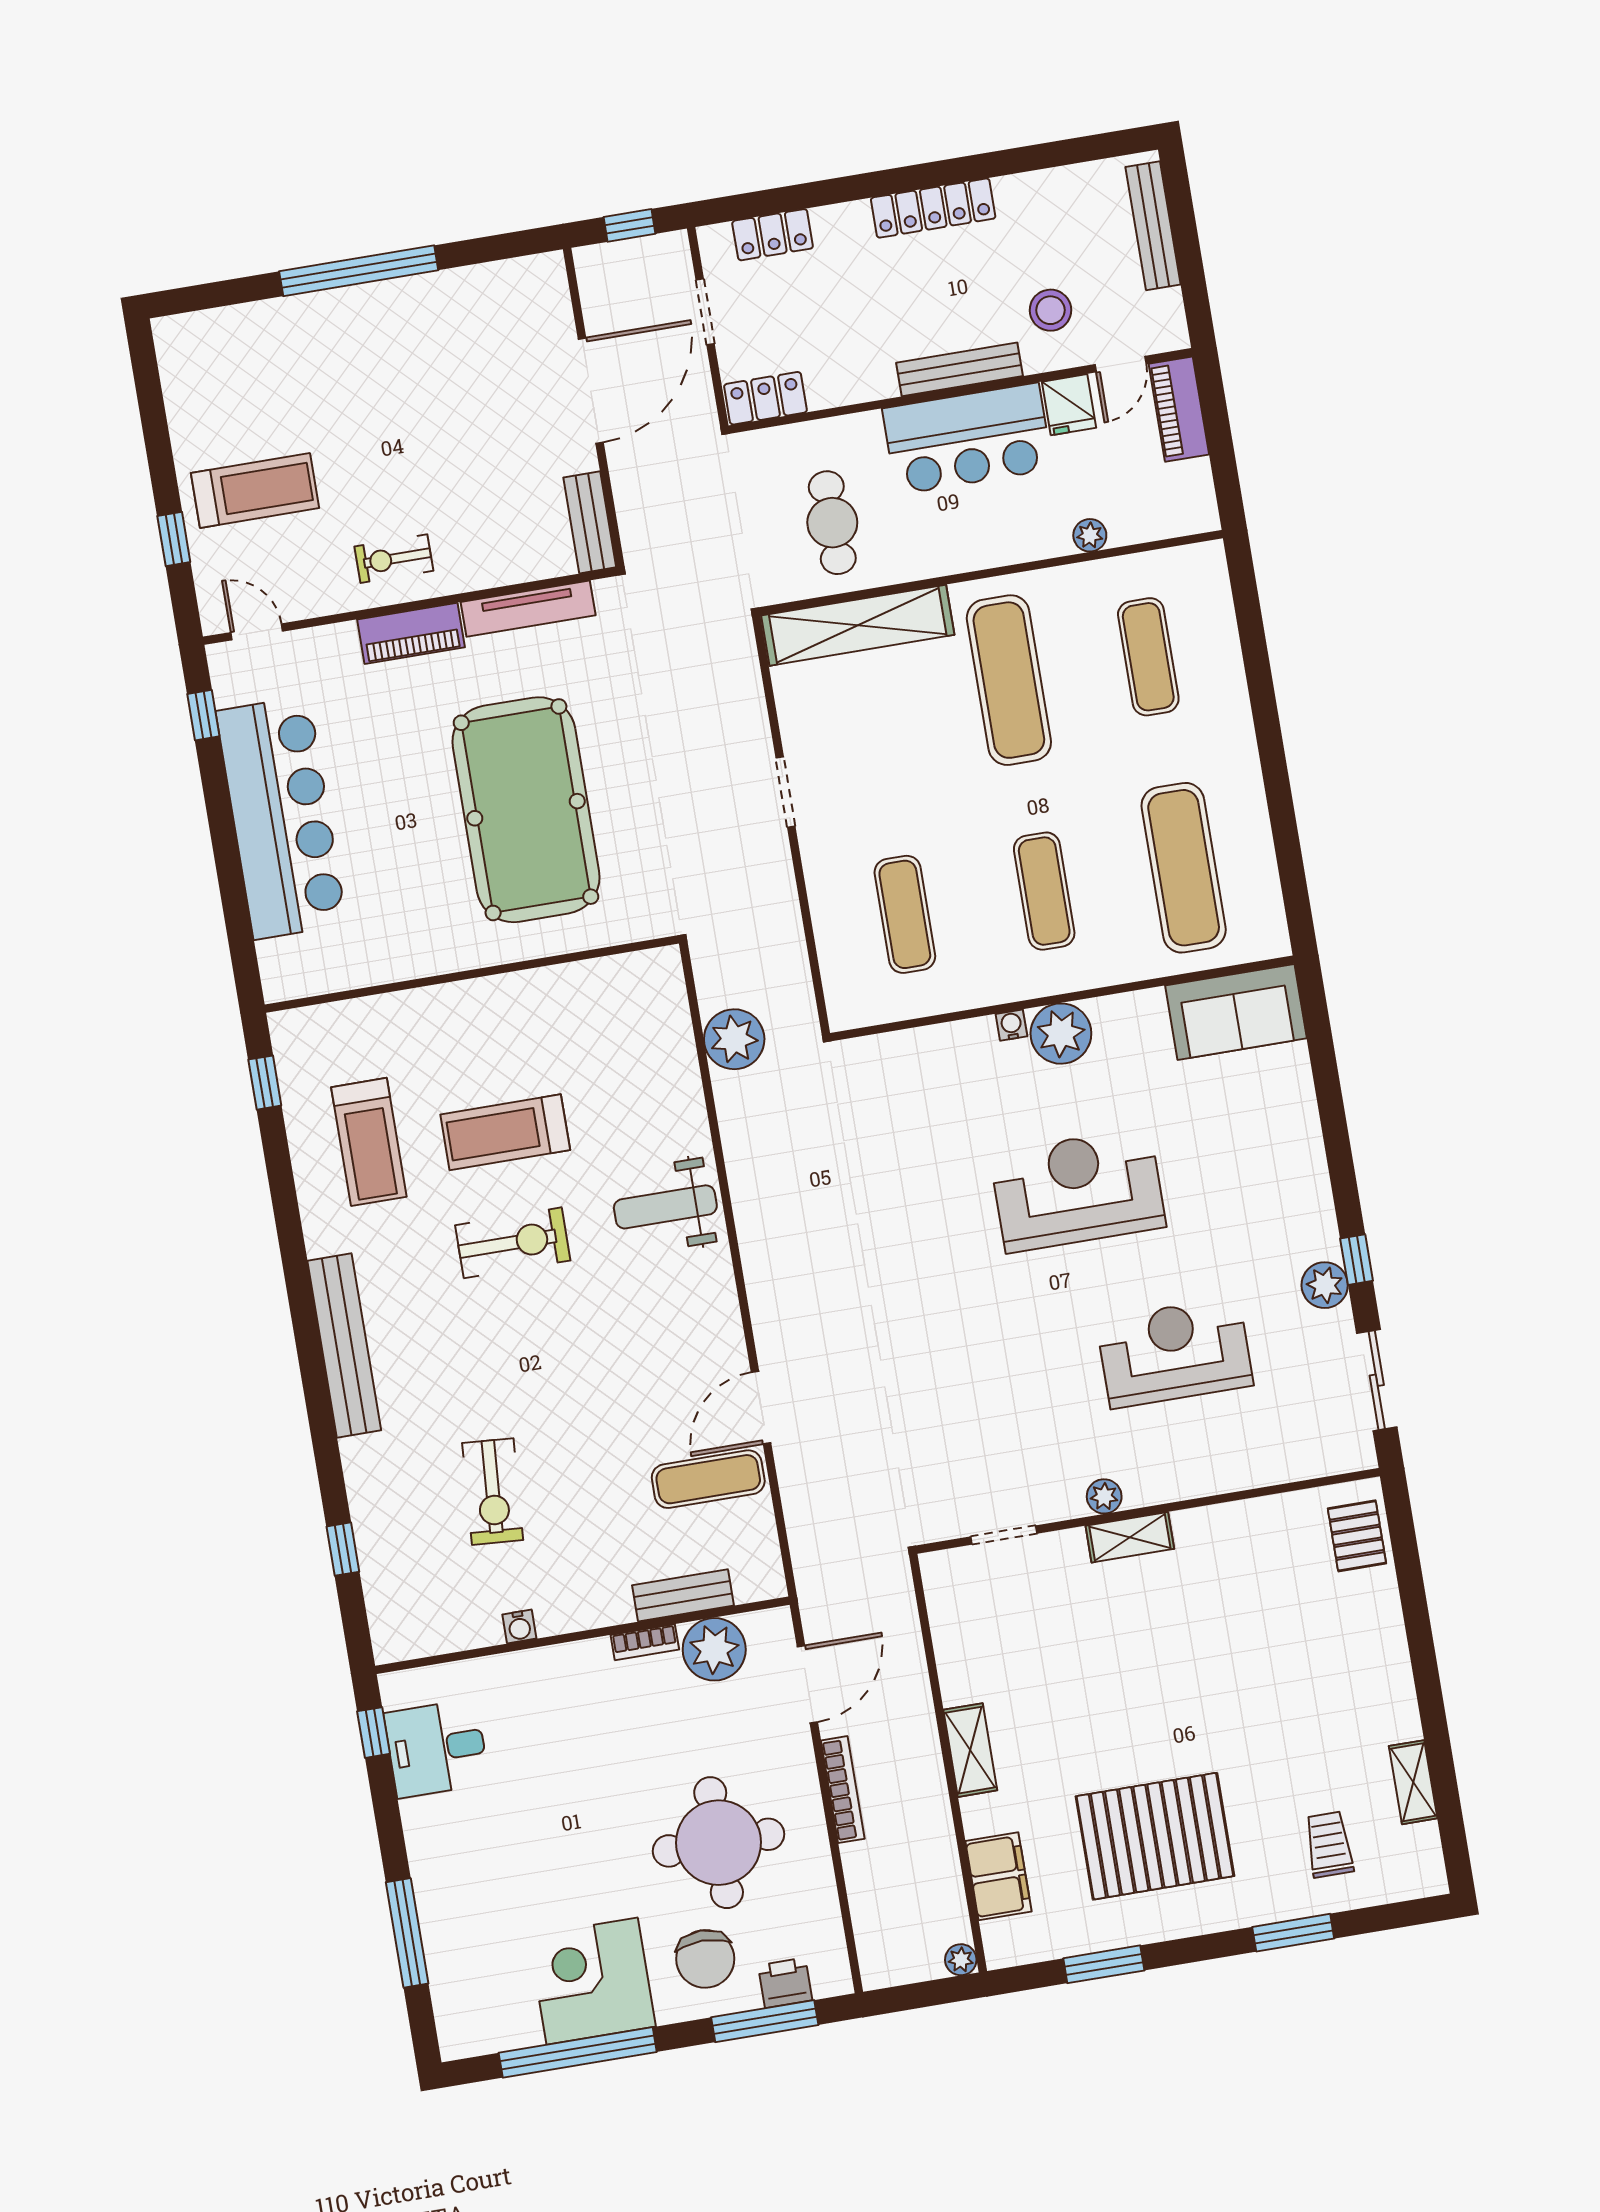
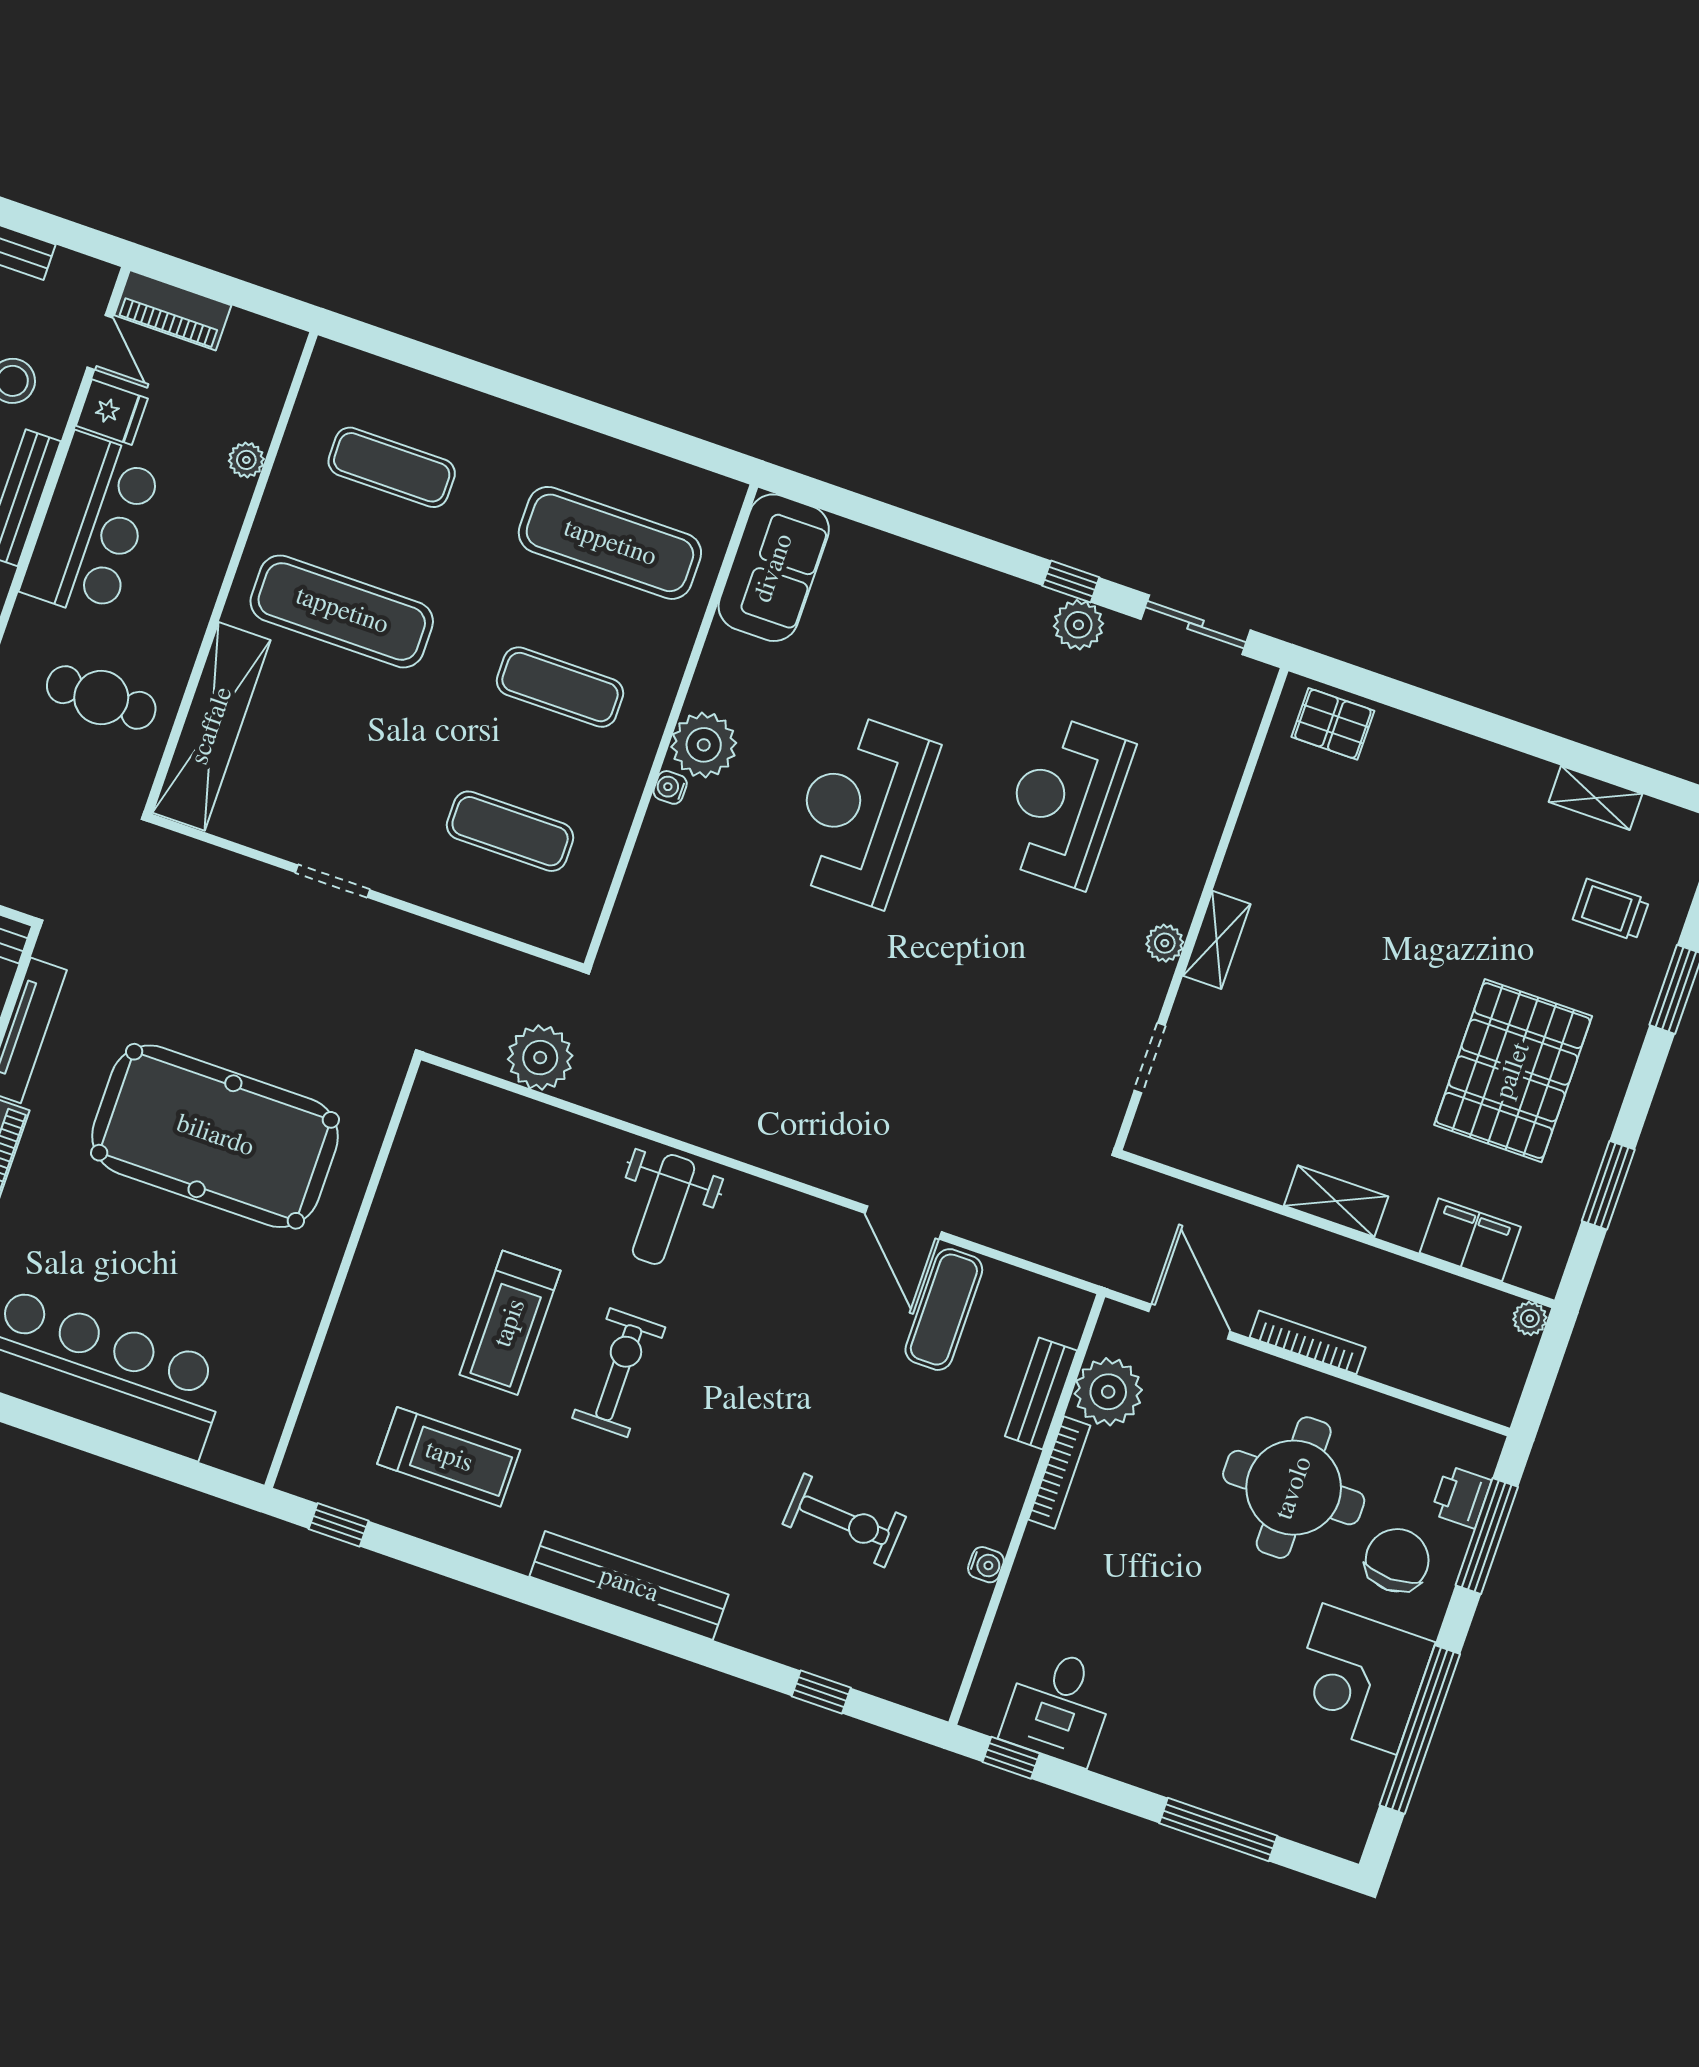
bookcase: (645, 1642) -> (1059, 1472), width x1.56
chair: (705, 1959) -> (1397, 1560), turned -90

